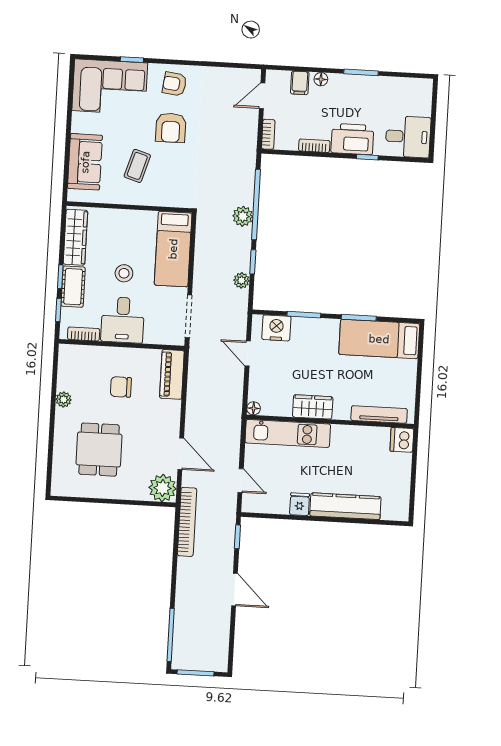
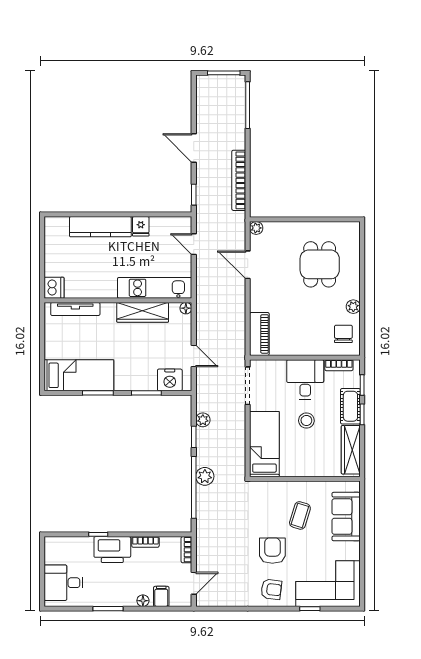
desk: (408, 137) -> (63, 583), moved
chair: (121, 387) -> (343, 334), moved, turned -90
wardrobe: (313, 407) -> (143, 312), width x1.50
plant: (163, 488) -> (256, 228), width x0.53, depth x0.53
bookcase: (187, 522) -> (239, 180), moved

